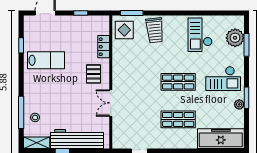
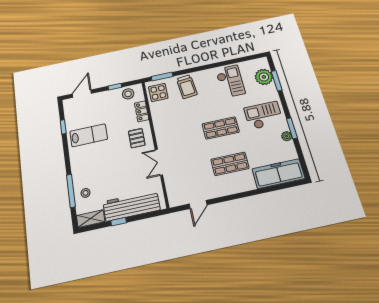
stool: (93, 24) -> (128, 94), added
checkout: (200, 35) -> (230, 81), turned 180
checkout: (223, 79) -> (263, 115), turned 180

